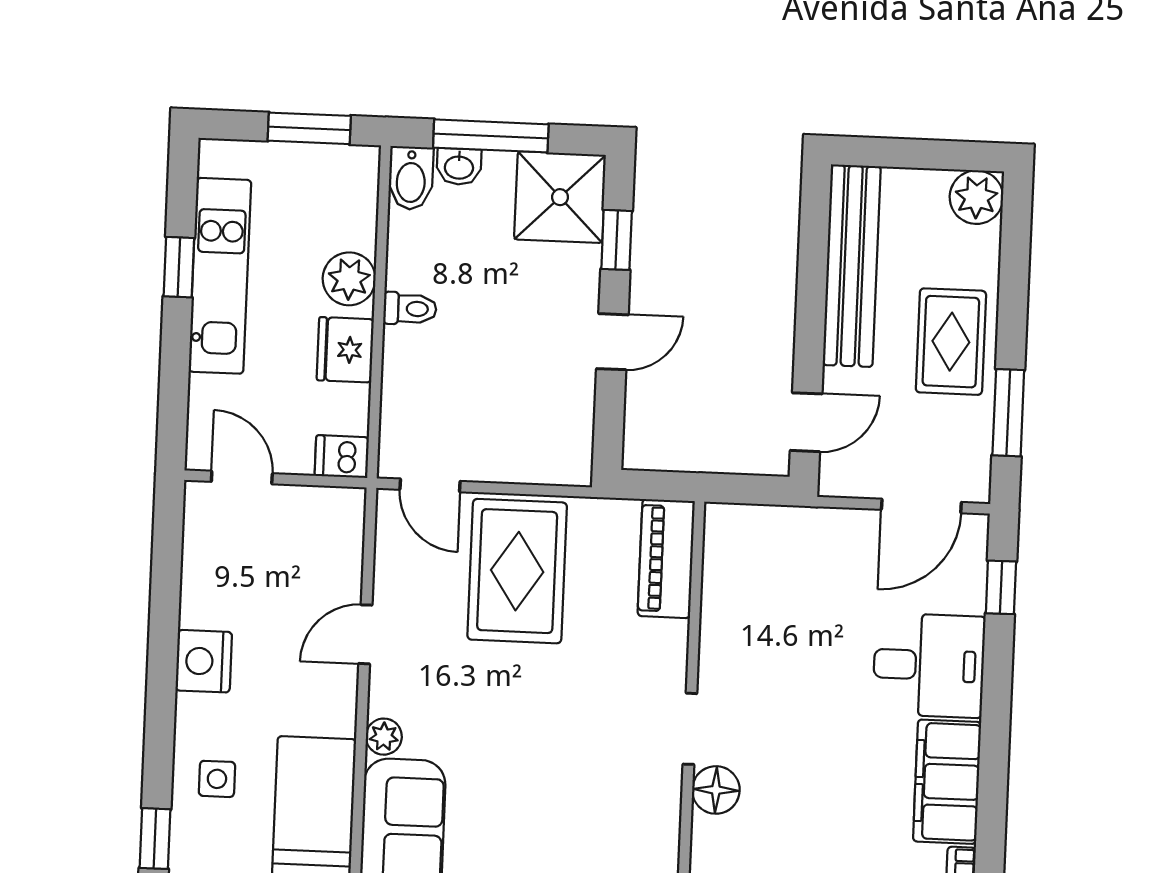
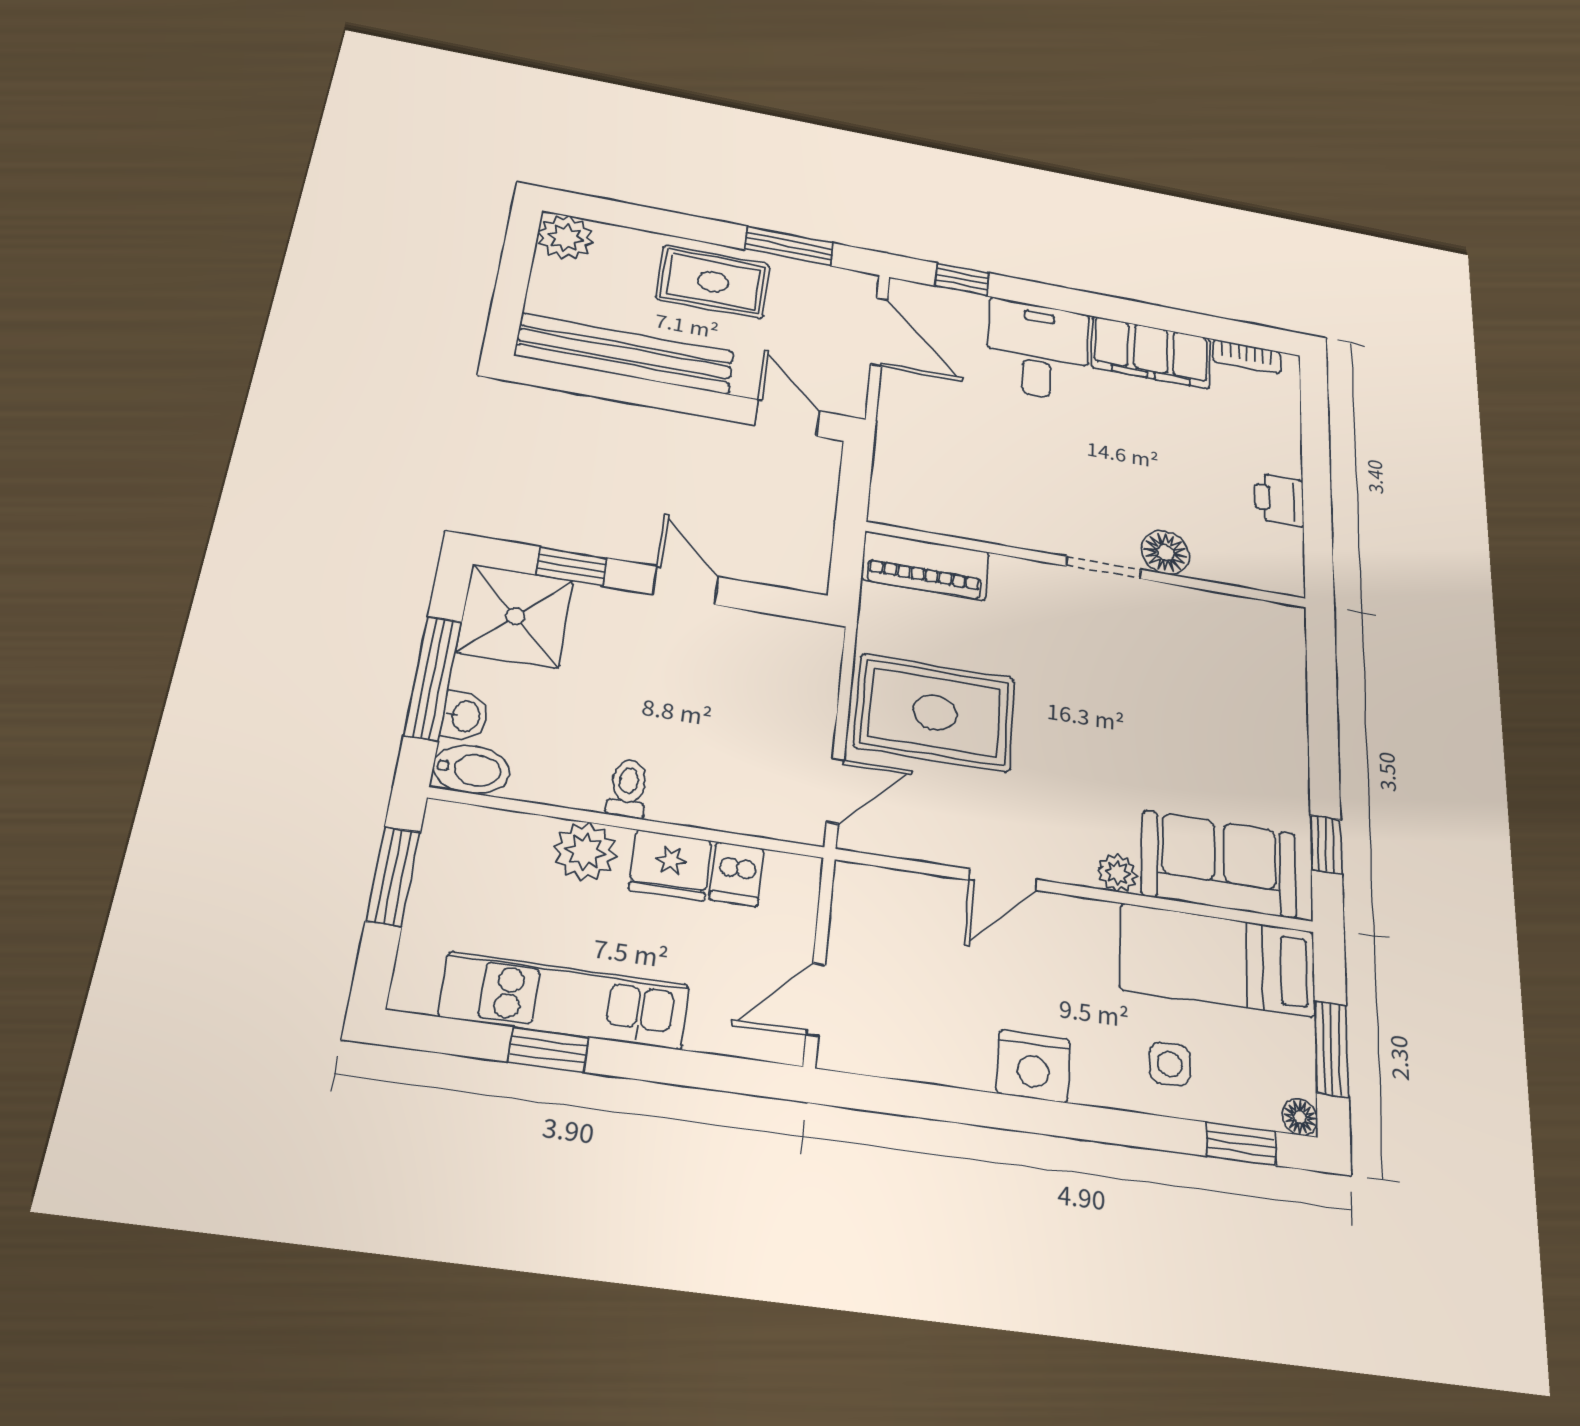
dishwasher: (342, 457) -> (737, 874), moved
door: (365, 634) -> (1003, 880), hinge flipped

